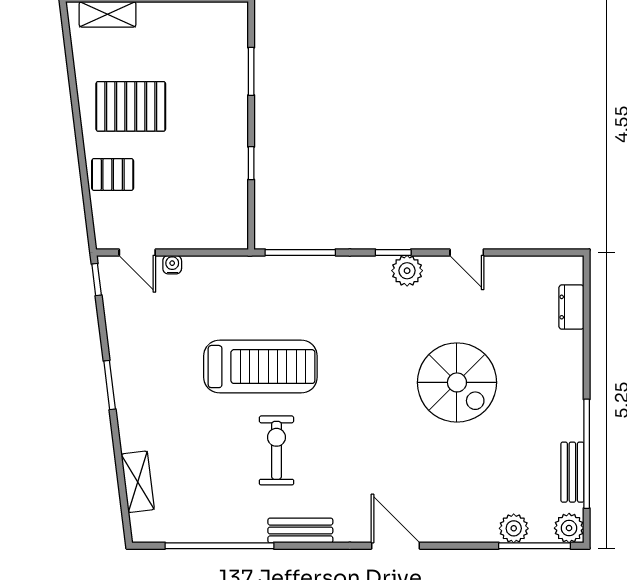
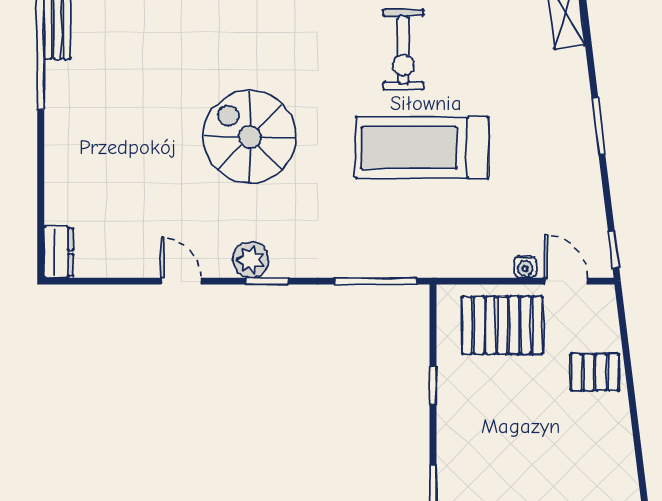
pallet: (131, 106) -> (502, 325), moved
dresser: (571, 307) -> (59, 252), moved
spiral stairs: (457, 382) -> (250, 137), moved

